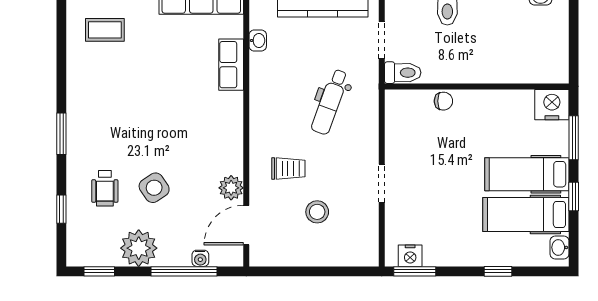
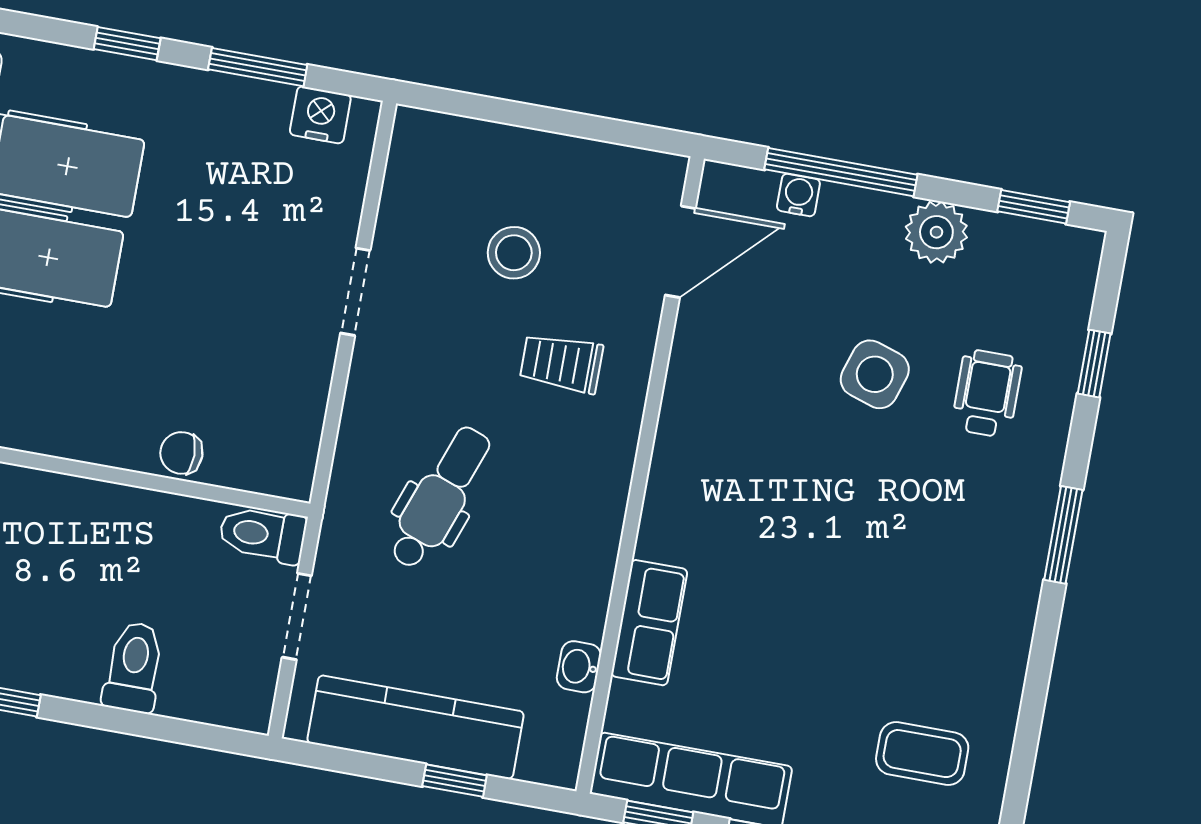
side table: (154, 188) -> (875, 374), turned -38
plant: (231, 188) -> (700, 343), removed
plant: (139, 248) -> (936, 232), width x0.73, depth x0.73
window: (415, 271) -> (258, 67), moved

